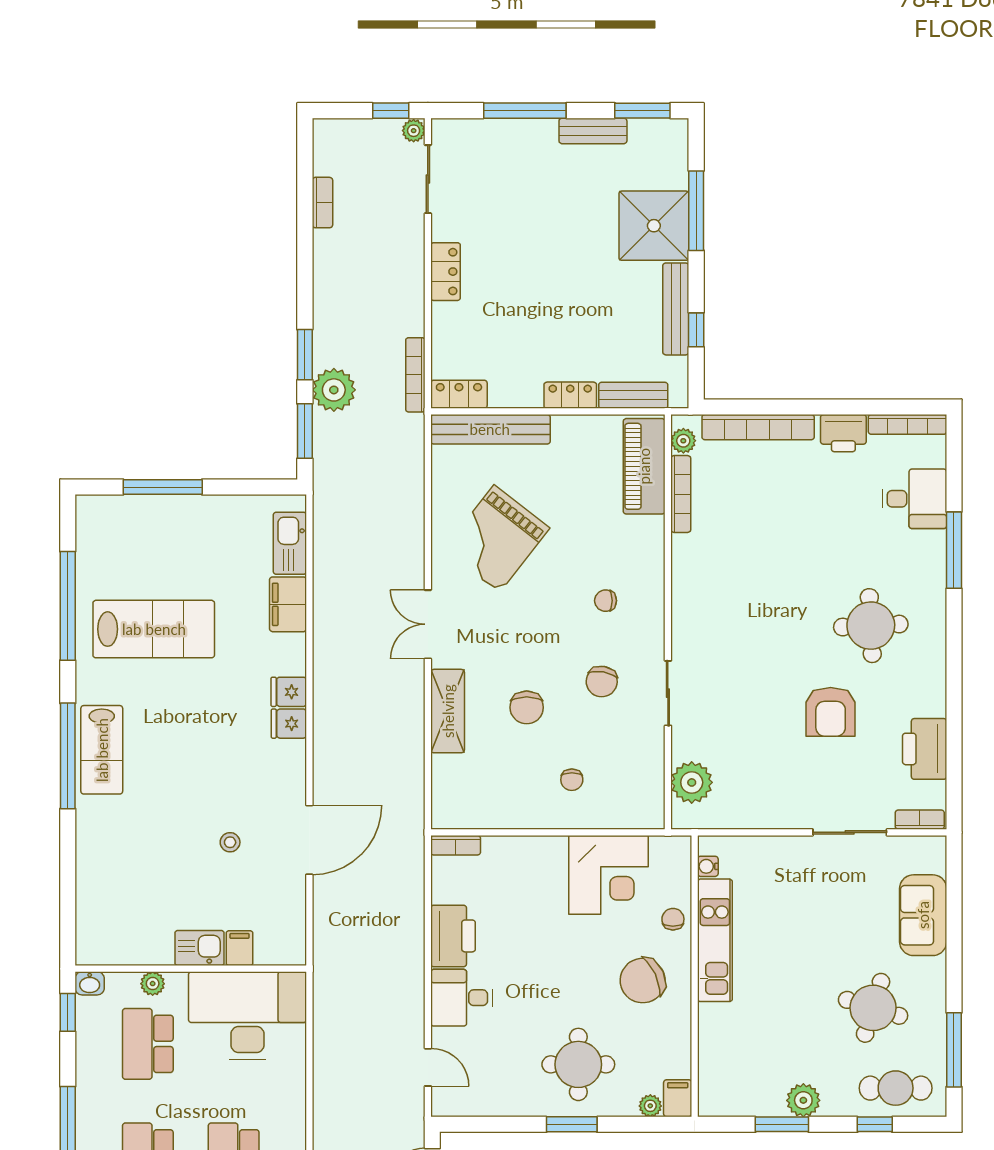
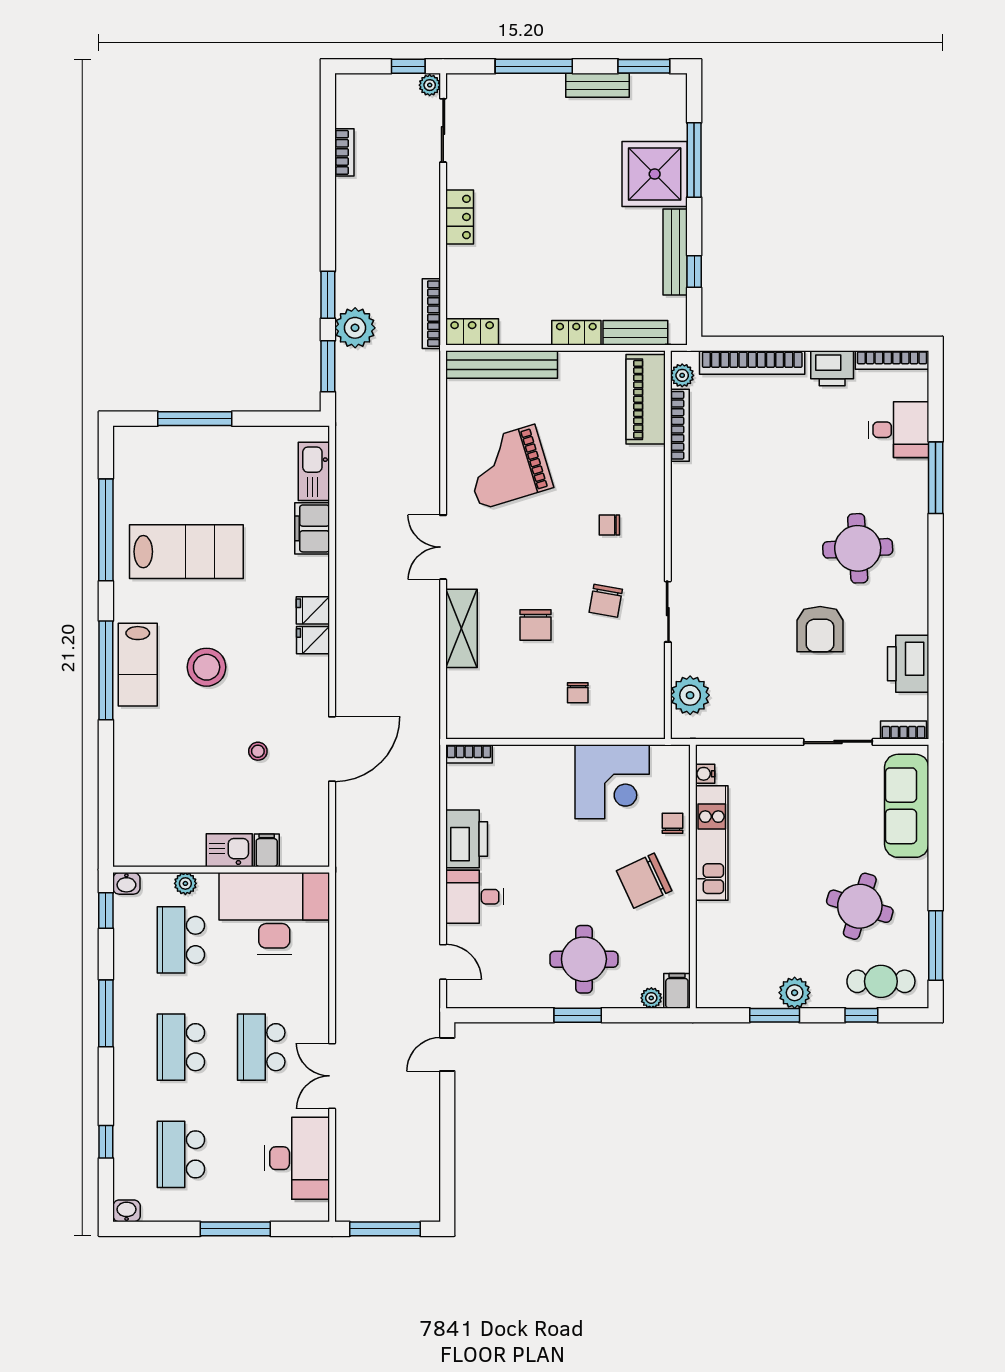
grand piano: (497, 539) -> (507, 467), turned 35
stool: (175, 752) -> (207, 667), added
sofa: (923, 915) -> (907, 806), width x1.36

